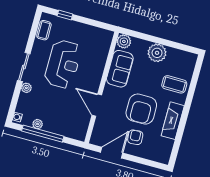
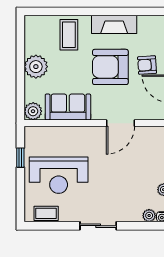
window: (65, 15) -> (20, 158), moved
reception desk: (63, 64) -> (59, 175), moved, turned 180
plant: (26, 88) -> (149, 216), moved
armchair: (141, 109) -> (110, 67), turned 180

